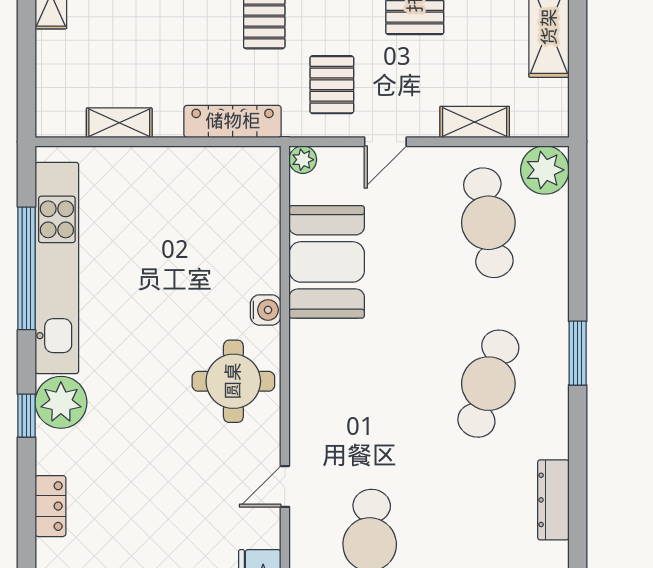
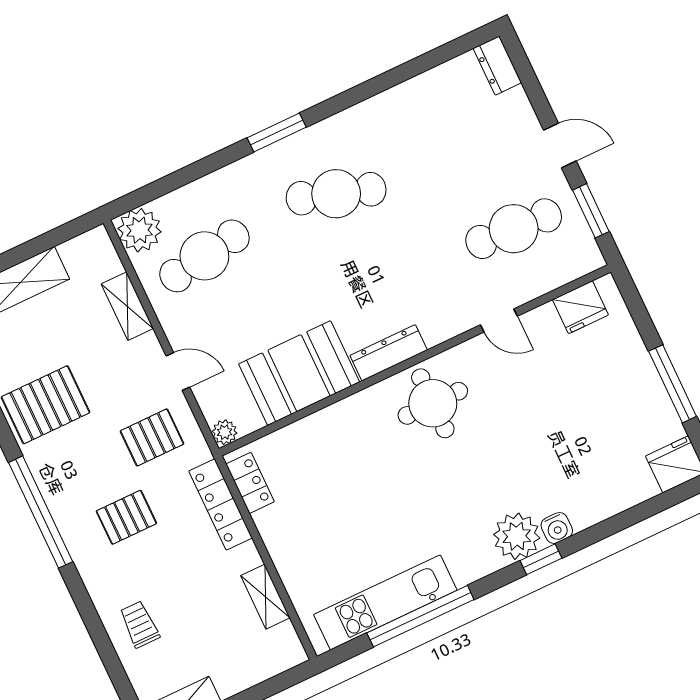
kitchen unit: (57, 268) -> (385, 602), width x0.73
water cooler: (266, 310) -> (557, 528), moved, turned 180
dresser: (553, 500) -> (389, 353), moved, turned 180
locker: (50, 506) -> (250, 483), moved, turned 90

